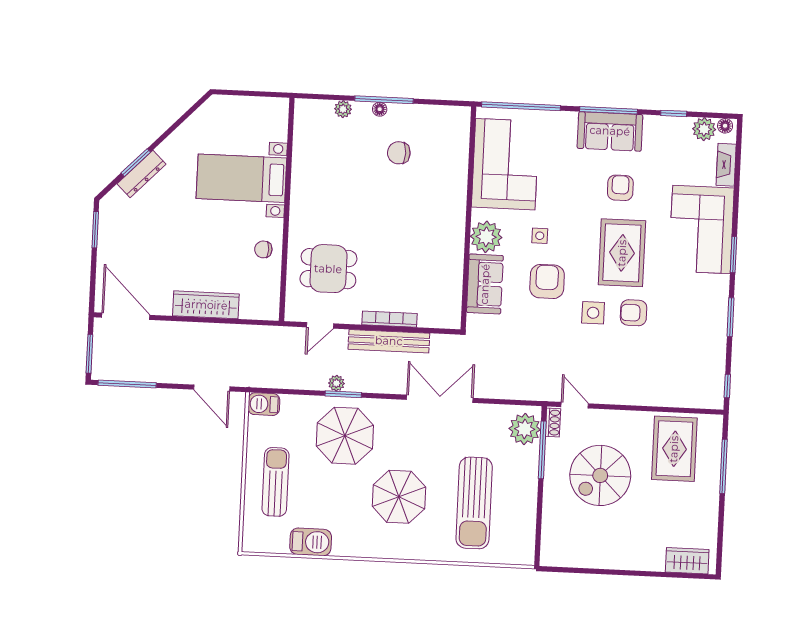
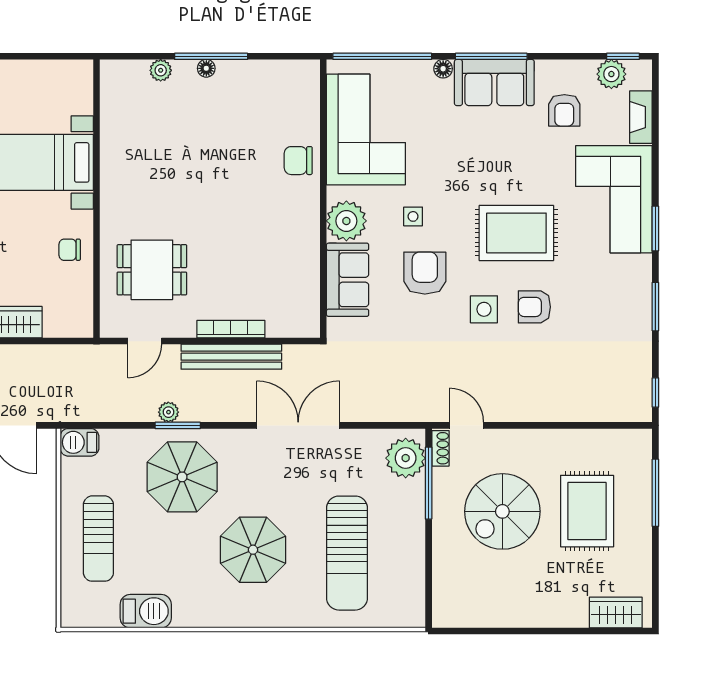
window: (674, 113) -> (623, 56), moved
floor lamp: (725, 126) -> (443, 69), moved
chair: (399, 153) -> (298, 161), moved
armchair: (620, 188) -> (564, 110), moved, turned 180
rug: (622, 253) -> (516, 233), turned 90
rug: (674, 449) -> (587, 511), moved
sun lounger: (275, 482) -> (98, 539), turned 180

